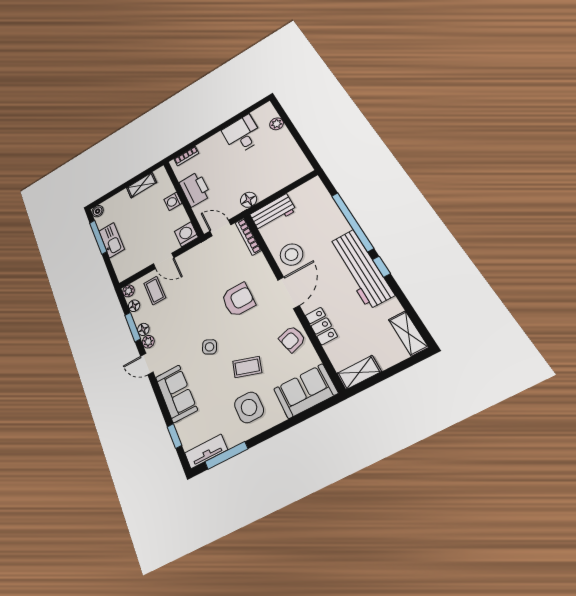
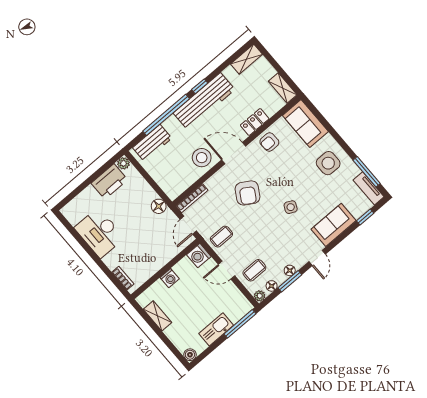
plant: (277, 124) -> (123, 163), moved
desk: (242, 134) -> (99, 233), width x1.37
printer: (195, 189) -> (109, 181), moved, turned 180
workbench: (273, 212) -> (152, 143), moved, turned 90
window: (98, 237) -> (240, 324), moved
door: (164, 261) -> (227, 270), swing flipped
armchair: (238, 300) -> (248, 193), turned -149
armchair: (292, 339) -> (269, 142), turned 105
plant: (148, 342) -> (299, 263), removed
coffee table: (247, 367) -> (221, 237), moved, turned 73

